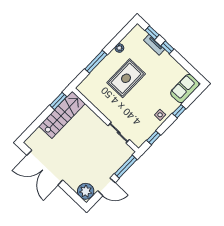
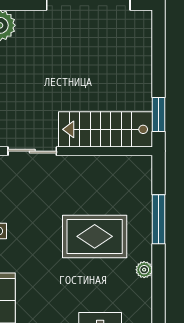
rug: (126, 78) -> (95, 236), turned 90
stairs: (62, 115) -> (106, 129), moved, turned 90

